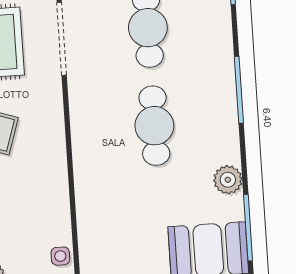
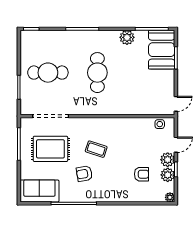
cafe table: (154, 126) -> (97, 73), turned 90

